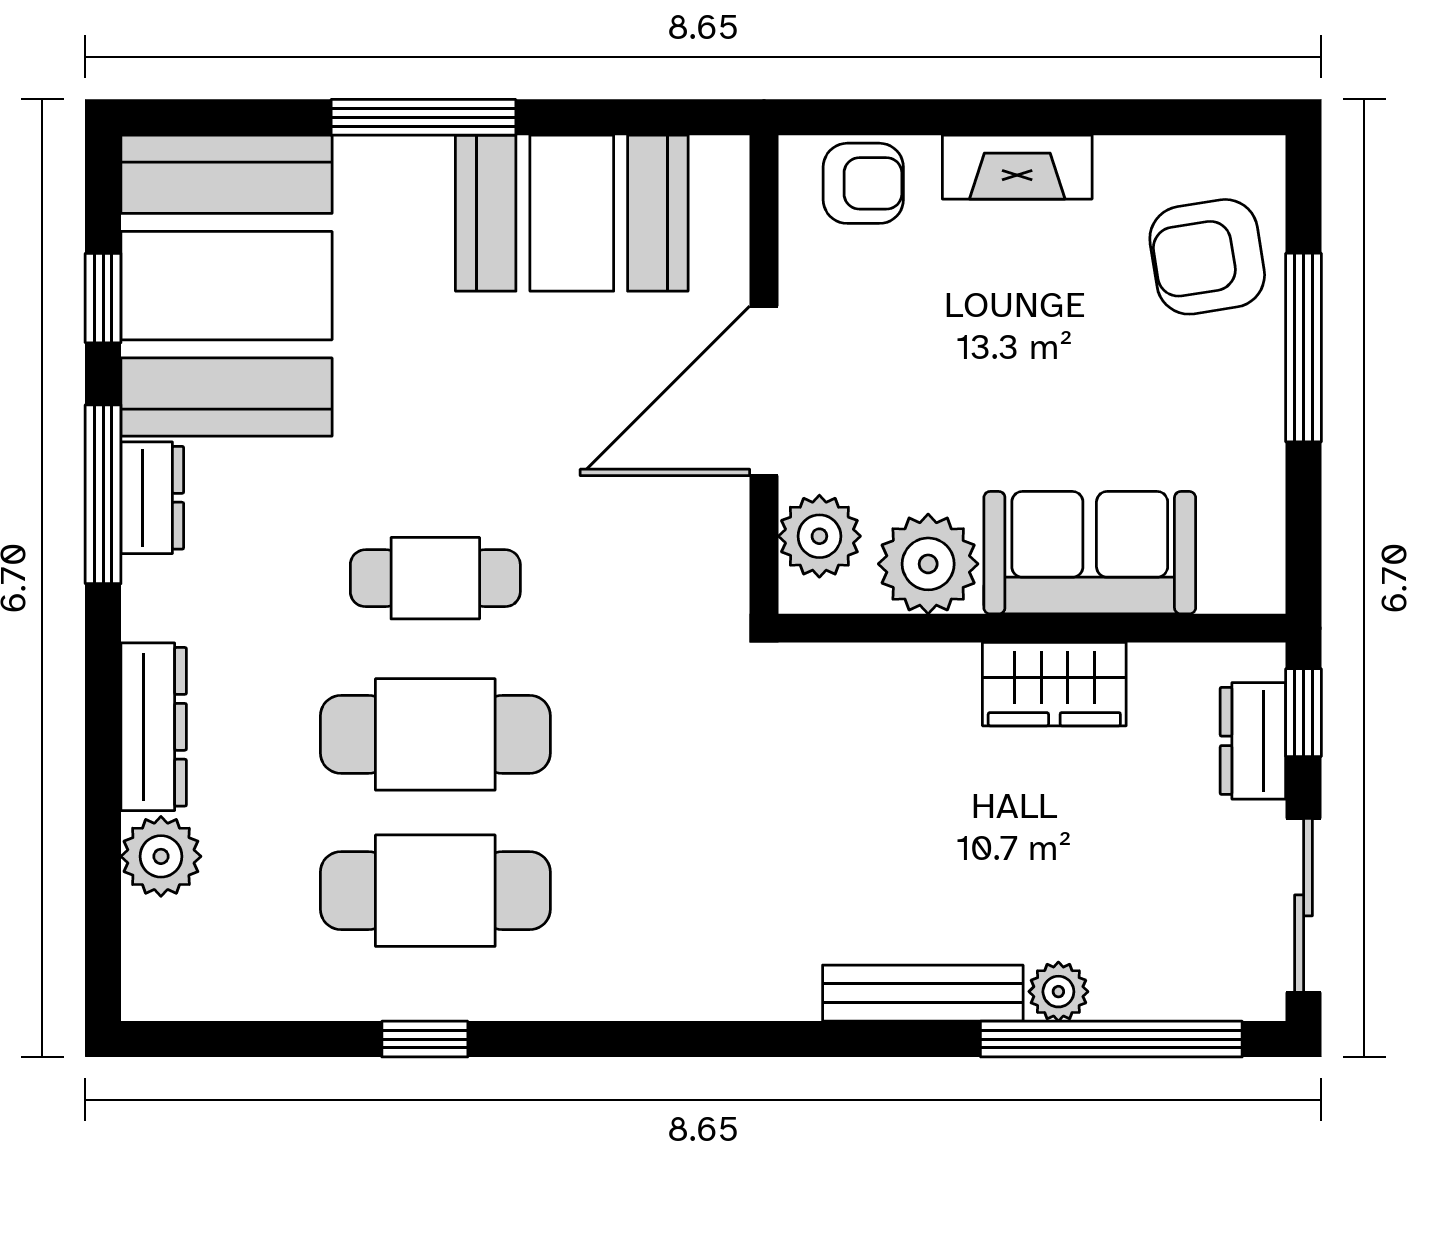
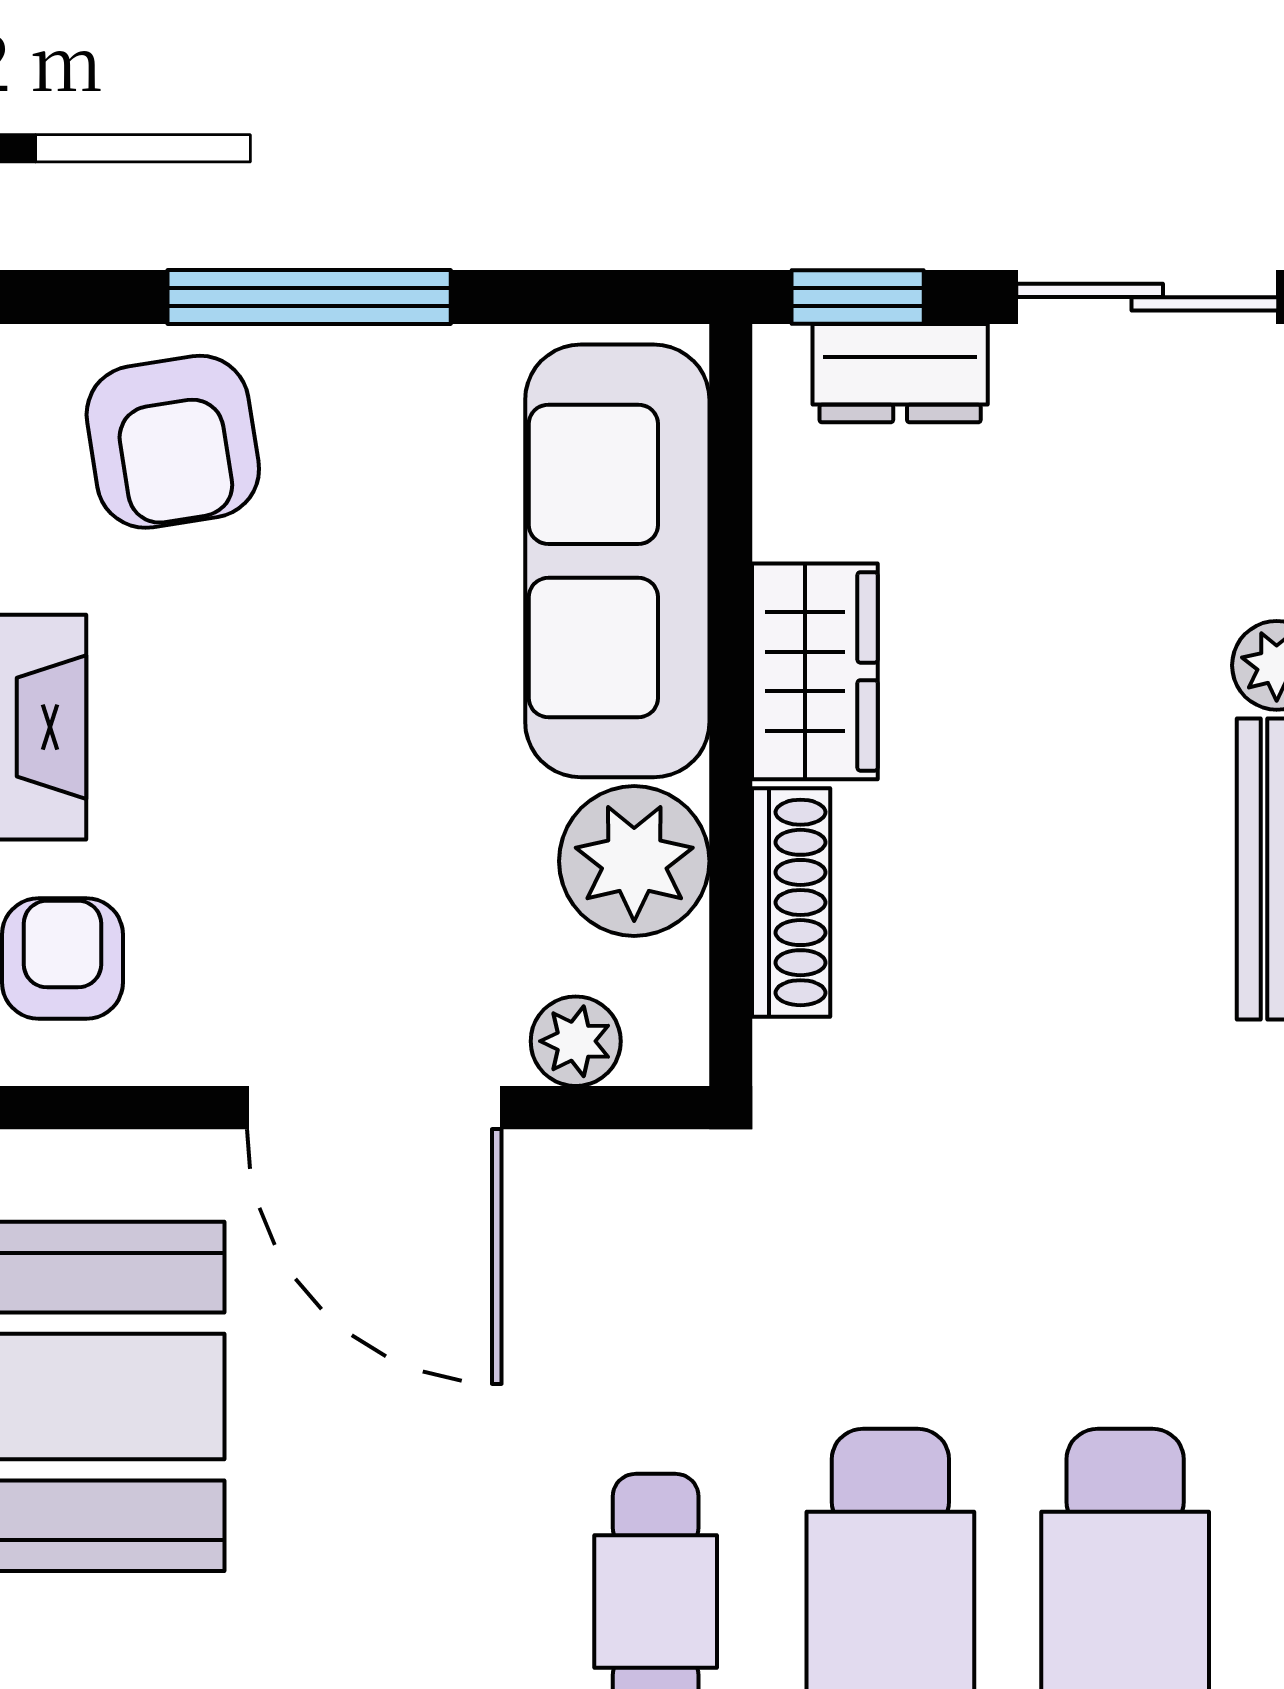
plant: (819, 536) -> (576, 1041), width x0.73, depth x0.73
sofa: (1090, 553) -> (617, 561), width x1.36
shoe rack: (901, 668) -> (791, 902), added

